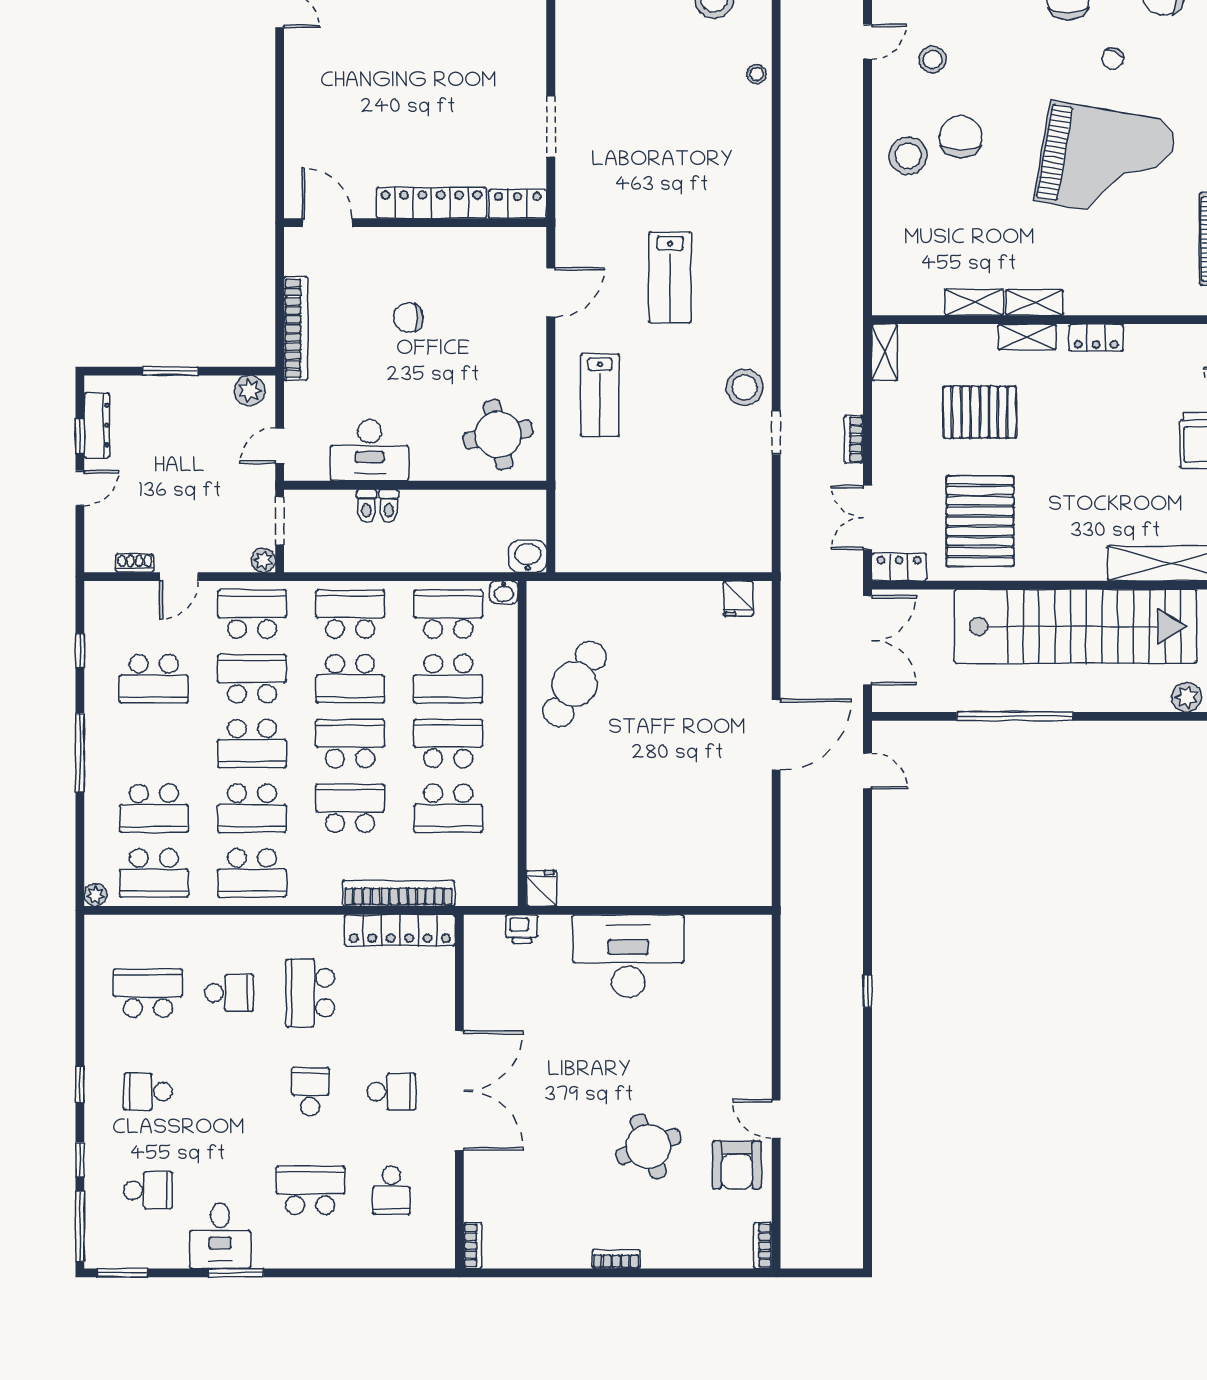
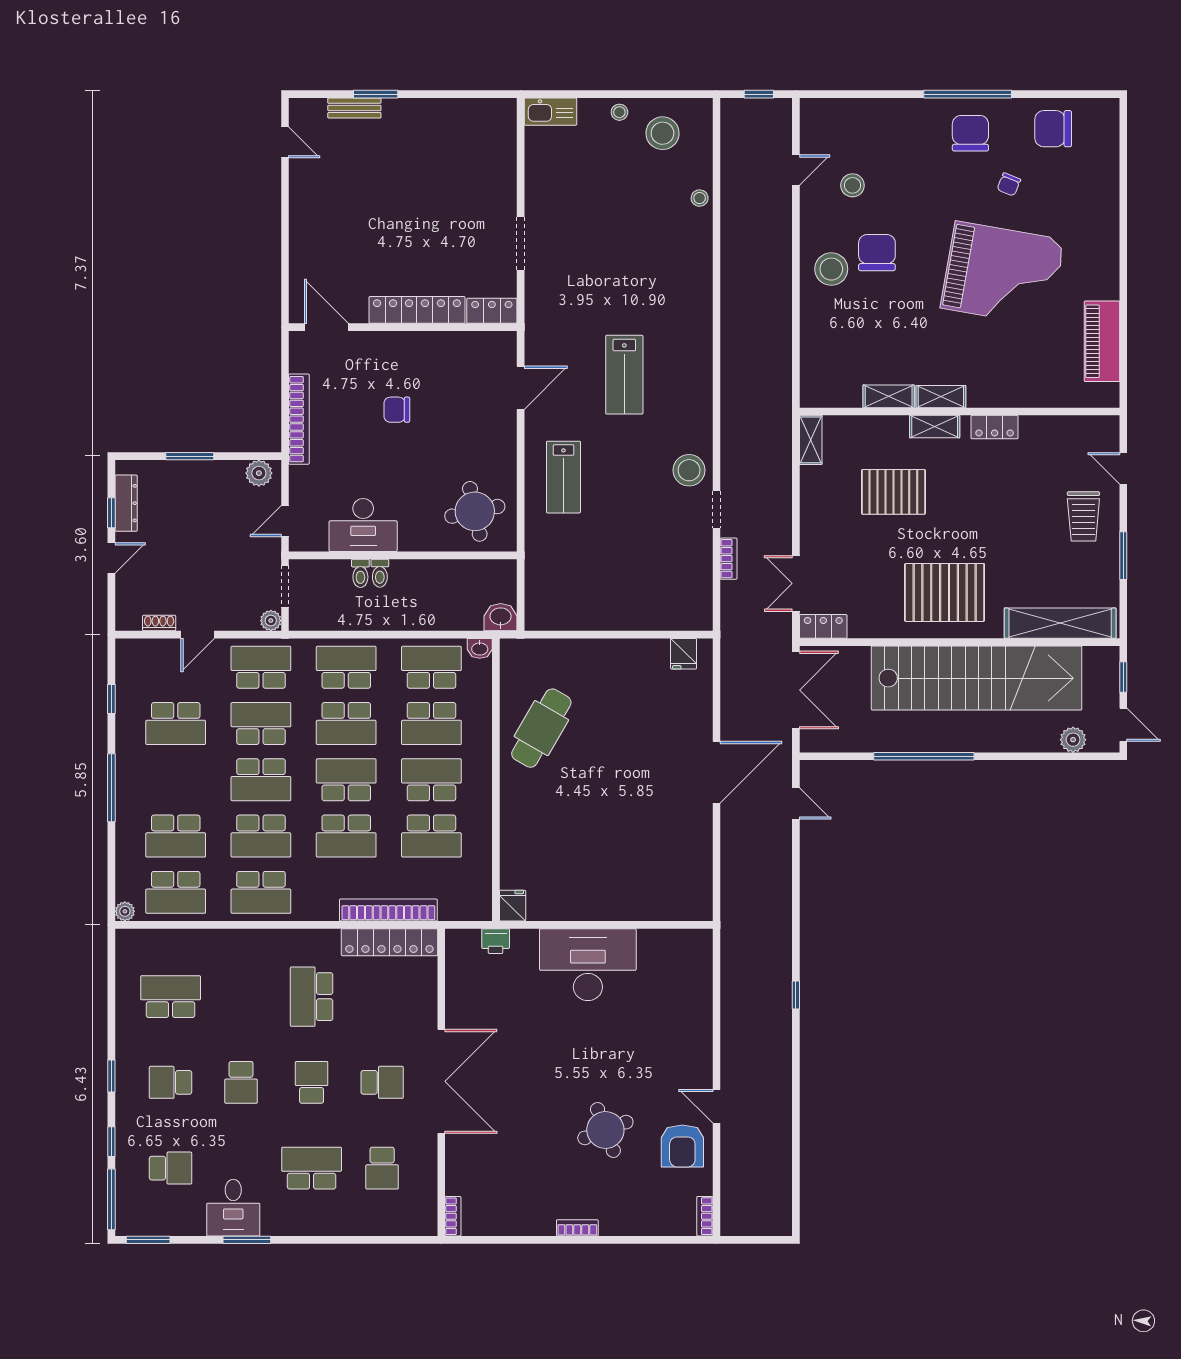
bookcase: (854, 439) -> (729, 559), moved, turned 180
pallet: (980, 521) -> (945, 592), moved, turned 90
school desk: (350, 808) -> (346, 836), turned 180
school desk: (229, 993) -> (241, 1082), moved, turned 90

